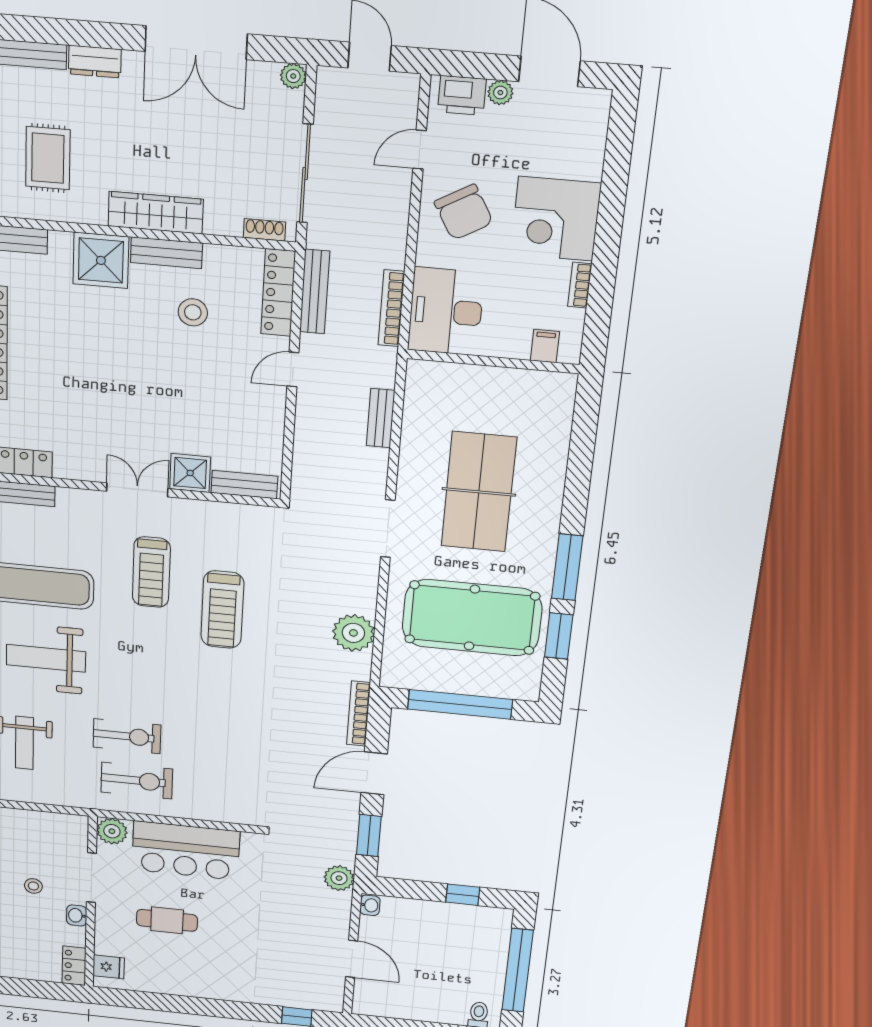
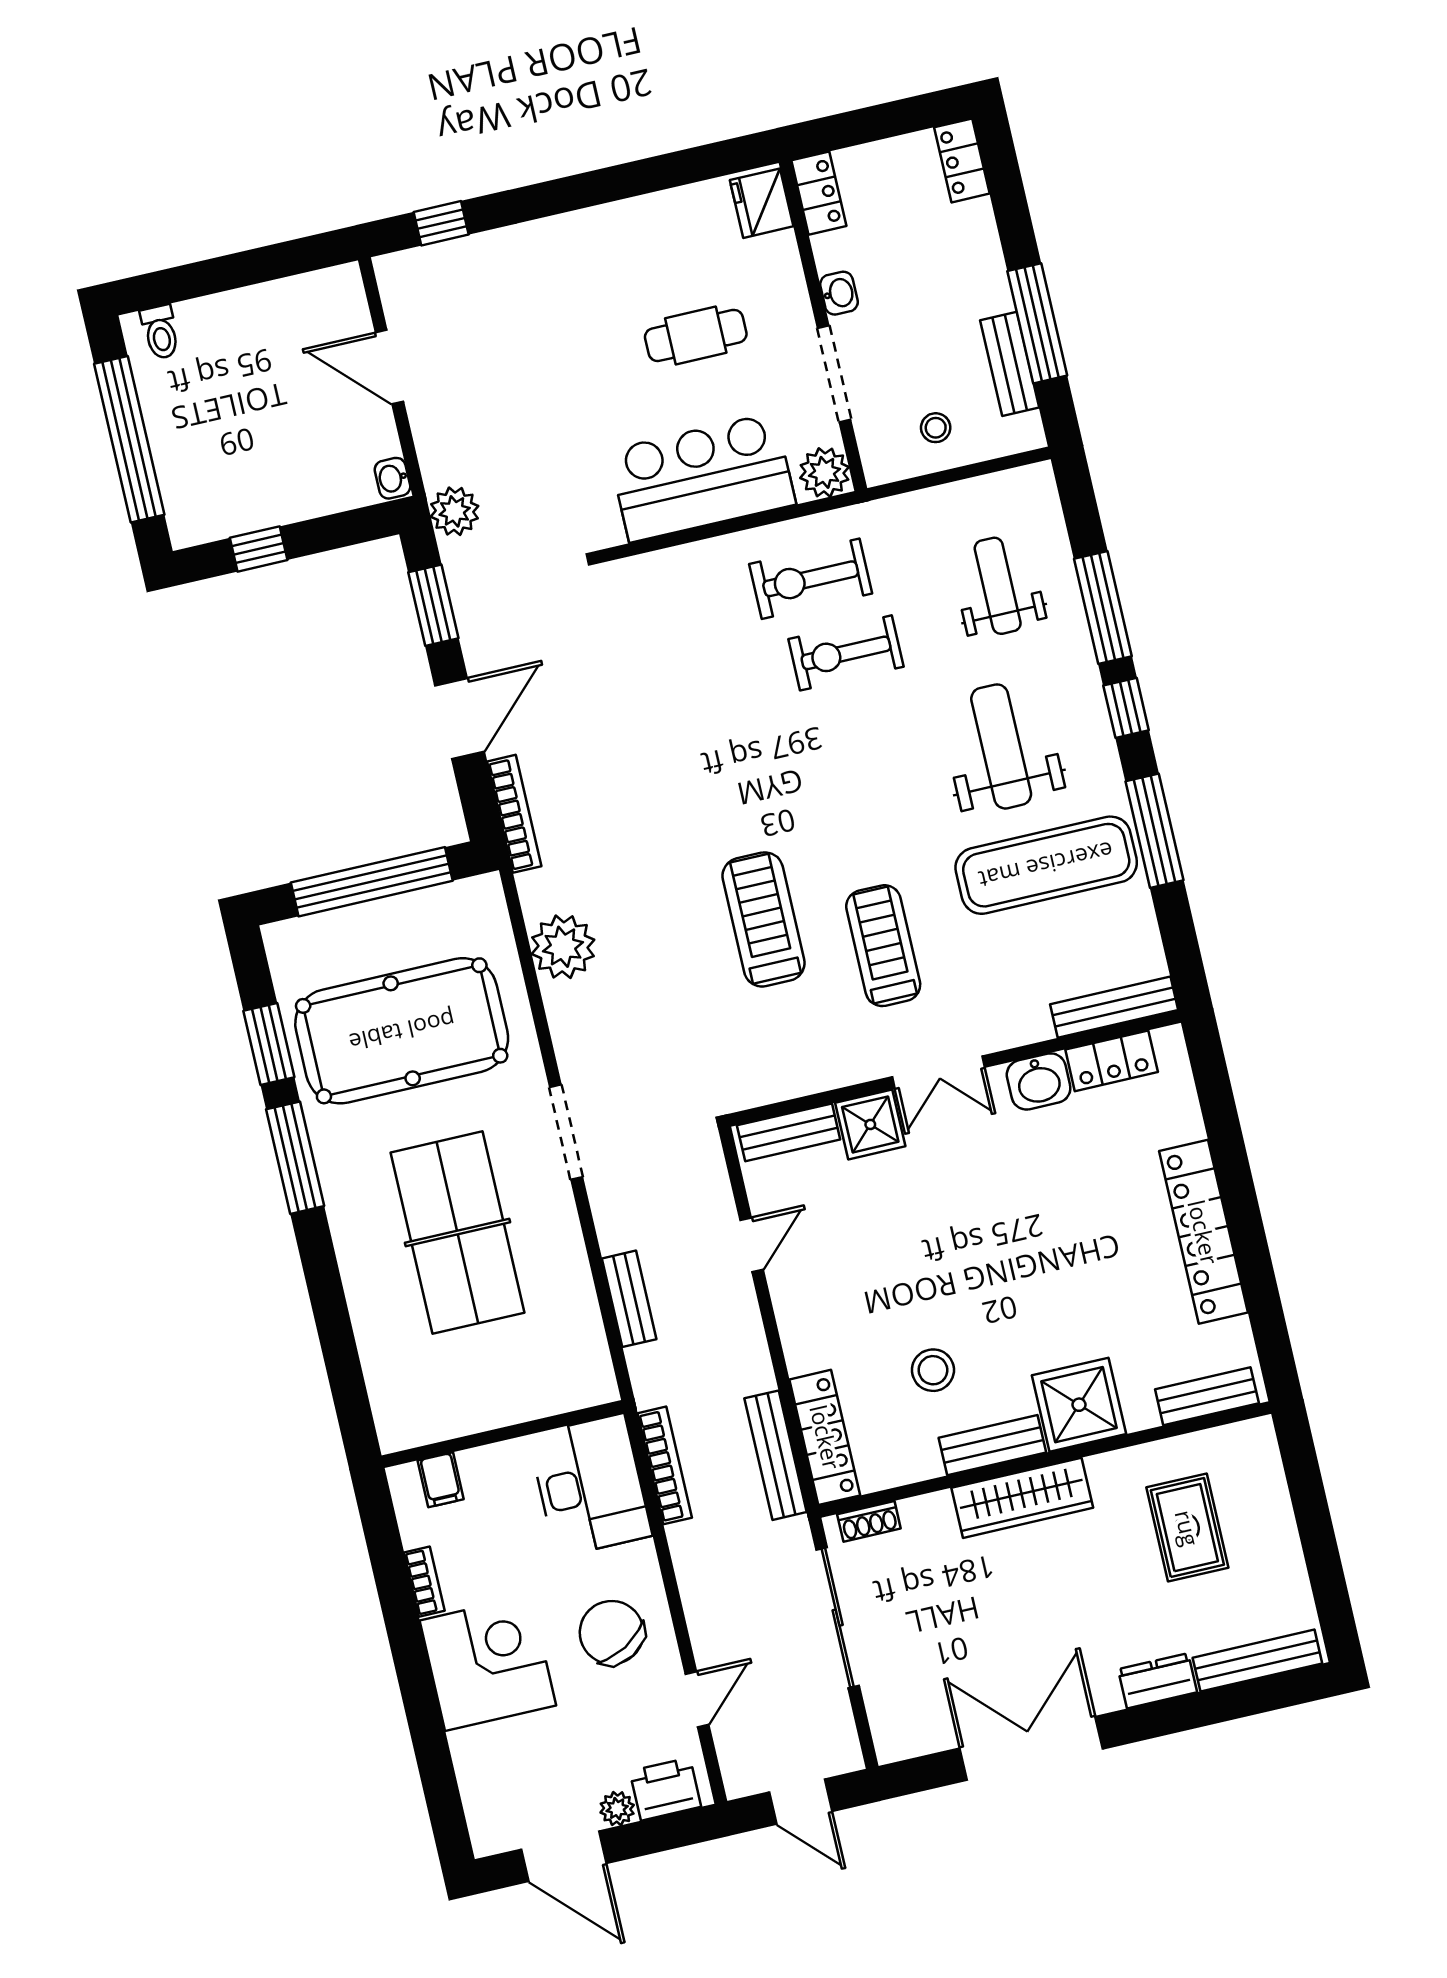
plant: (293, 76) -> (892, 1745), removed
door: (293, 369) -> (752, 1245), moved
washbasin: (74, 465) -> (1039, 1081), added
weight bench: (46, 658) -> (1001, 746), turned -90
stool: (33, 886) -> (936, 428), moved
fridge: (109, 967) -> (762, 203), width x1.38

